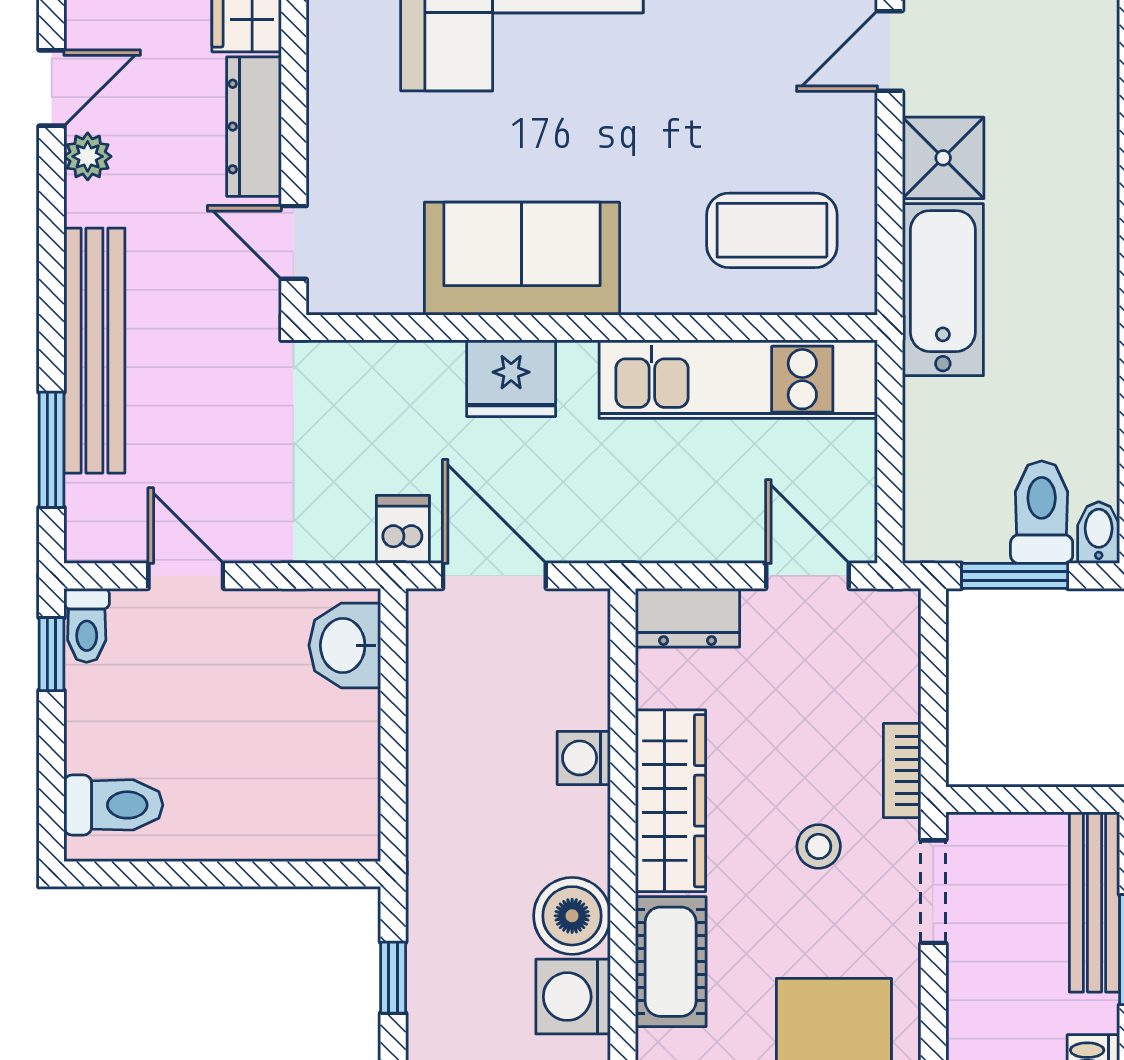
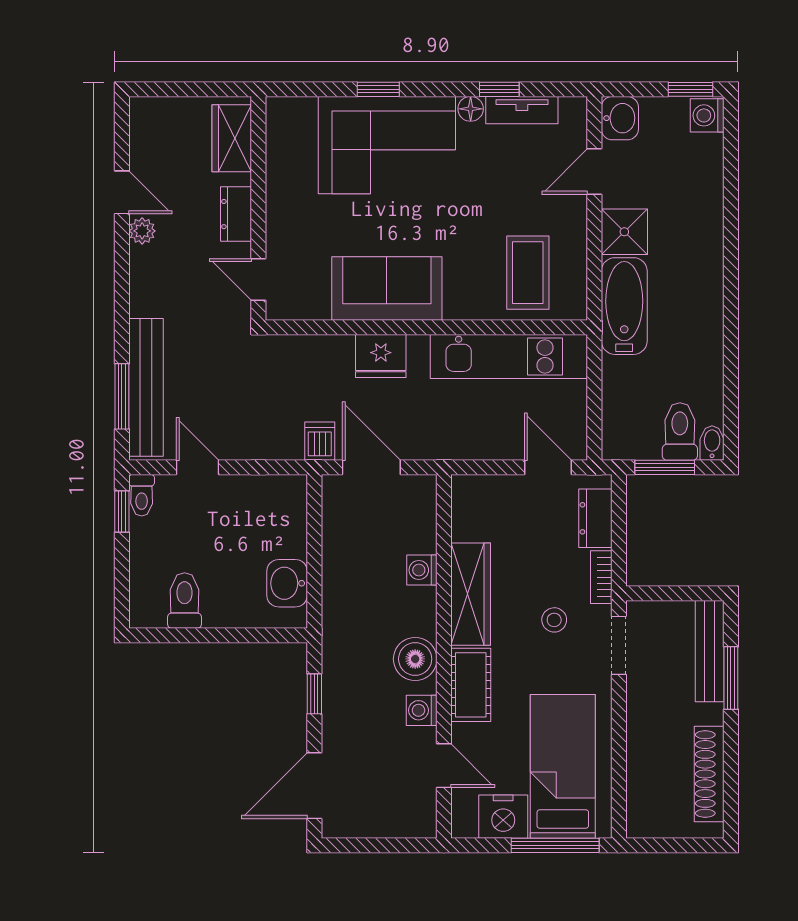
door: (52, 88) -> (122, 192), hinge flipped
dresser: (254, 127) -> (236, 214), width x0.70
coffee table: (772, 230) -> (528, 273), turned 90
bench: (94, 351) -> (146, 387), moved
dresser: (687, 618) -> (595, 518), moved, turned 90
washbasin: (345, 645) -> (287, 583), moved
toilet: (113, 805) -> (185, 601), moved, turned -90
washing machine: (573, 997) -> (422, 710), width x0.73, depth x0.73

